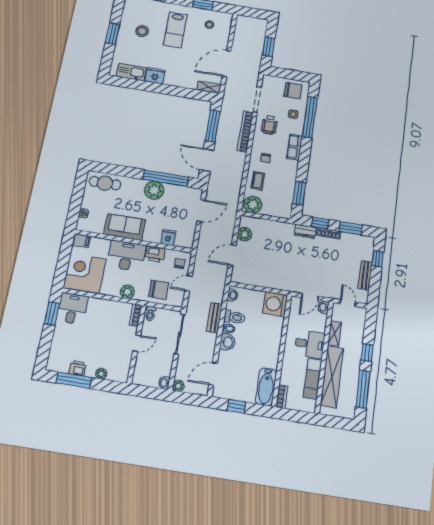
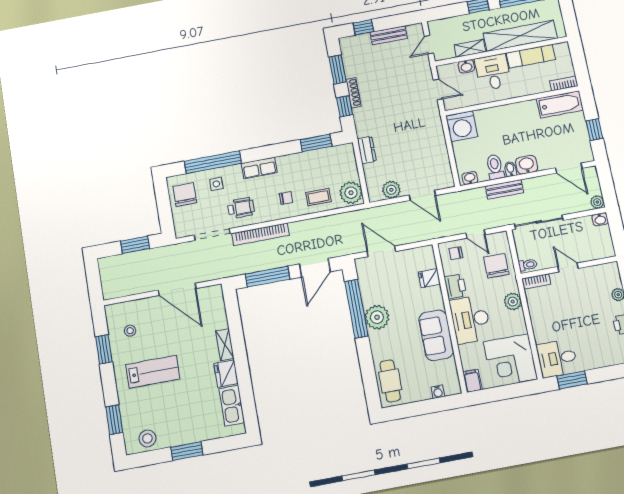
stool: (142, 31) -> (148, 438), moved
shelving: (209, 87) -> (225, 345), moved
dresser: (305, 231) -> (367, 150), moved
washbasin: (323, 307) -> (466, 66), moved

